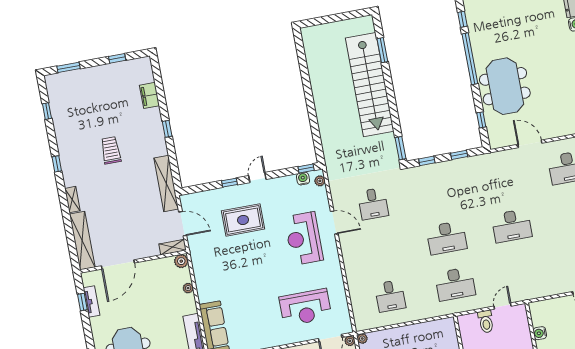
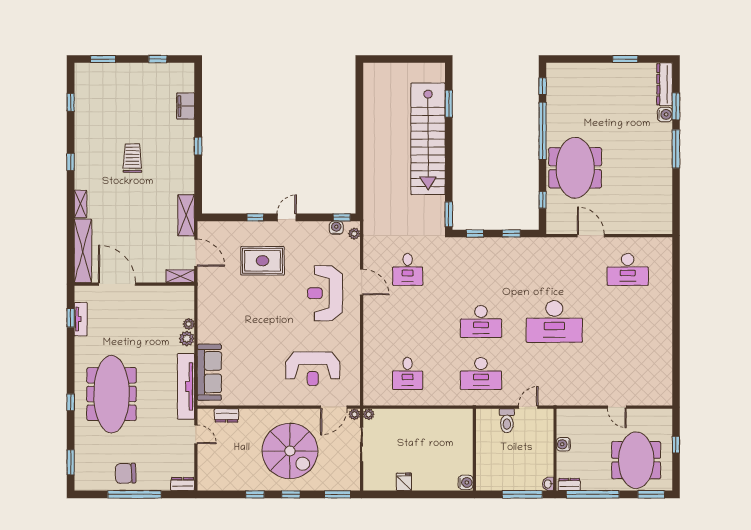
shelving: (166, 184) -> (186, 215), width x0.68
desk: (512, 226) -> (554, 321), width x1.36, depth x1.30
plant: (181, 261) -> (187, 339), moved
door: (118, 264) -> (117, 284), swing flipped

